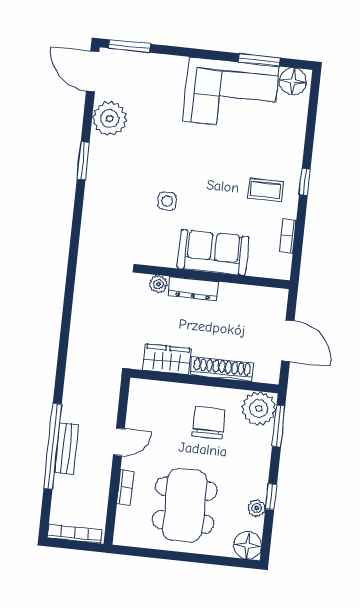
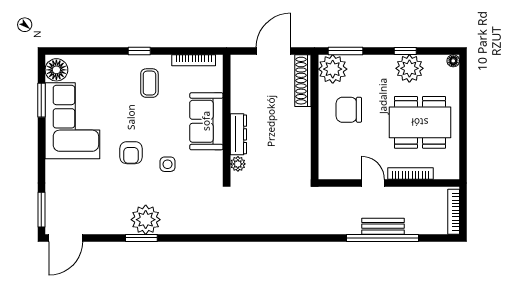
plant: (110, 119) -> (146, 220), moved
armchair: (185, 159) -> (131, 153), added
bookcase: (288, 236) -> (194, 60), width x1.56
wardrobe: (167, 359) -> (300, 150), removed
shoe rack: (222, 369) -> (303, 81), moved
bookcase: (125, 487) -> (410, 173), width x1.56
plant: (257, 508) -> (409, 68), width x1.87, depth x1.87
floor lamp: (248, 545) -> (453, 61), width x0.53, depth x0.53

